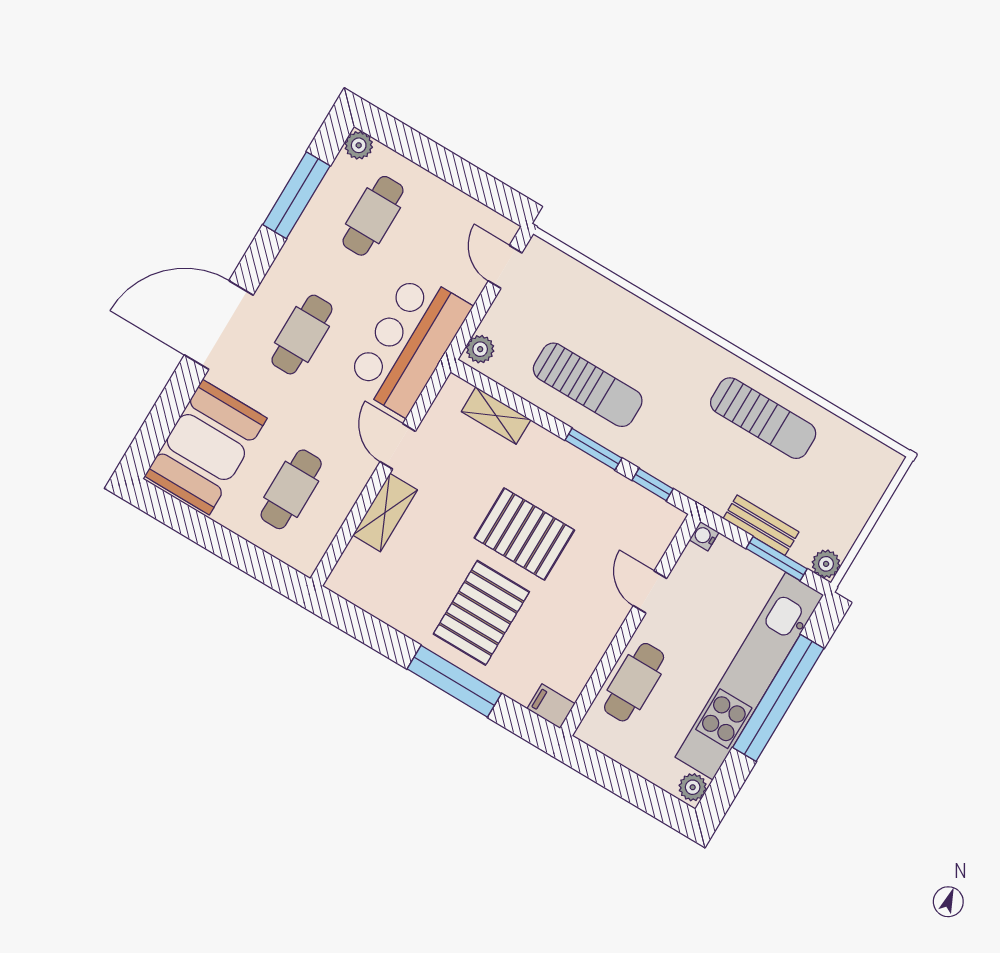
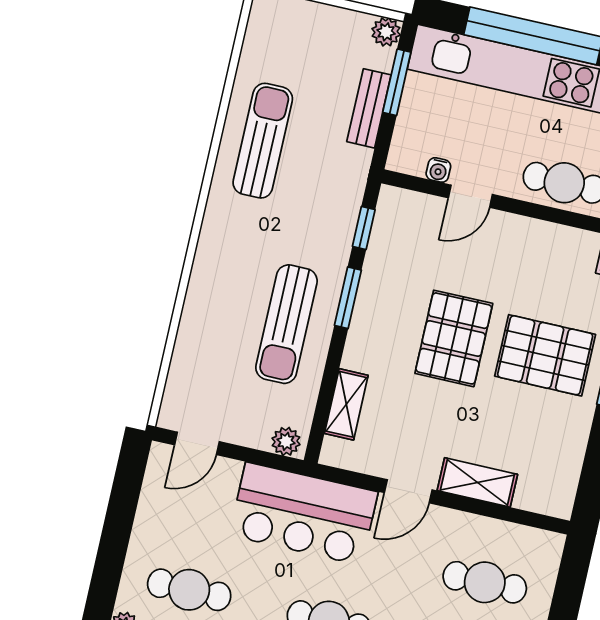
sun lounger: (588, 385) -> (286, 324), turned 180
water cooler: (704, 536) -> (438, 170), moved

